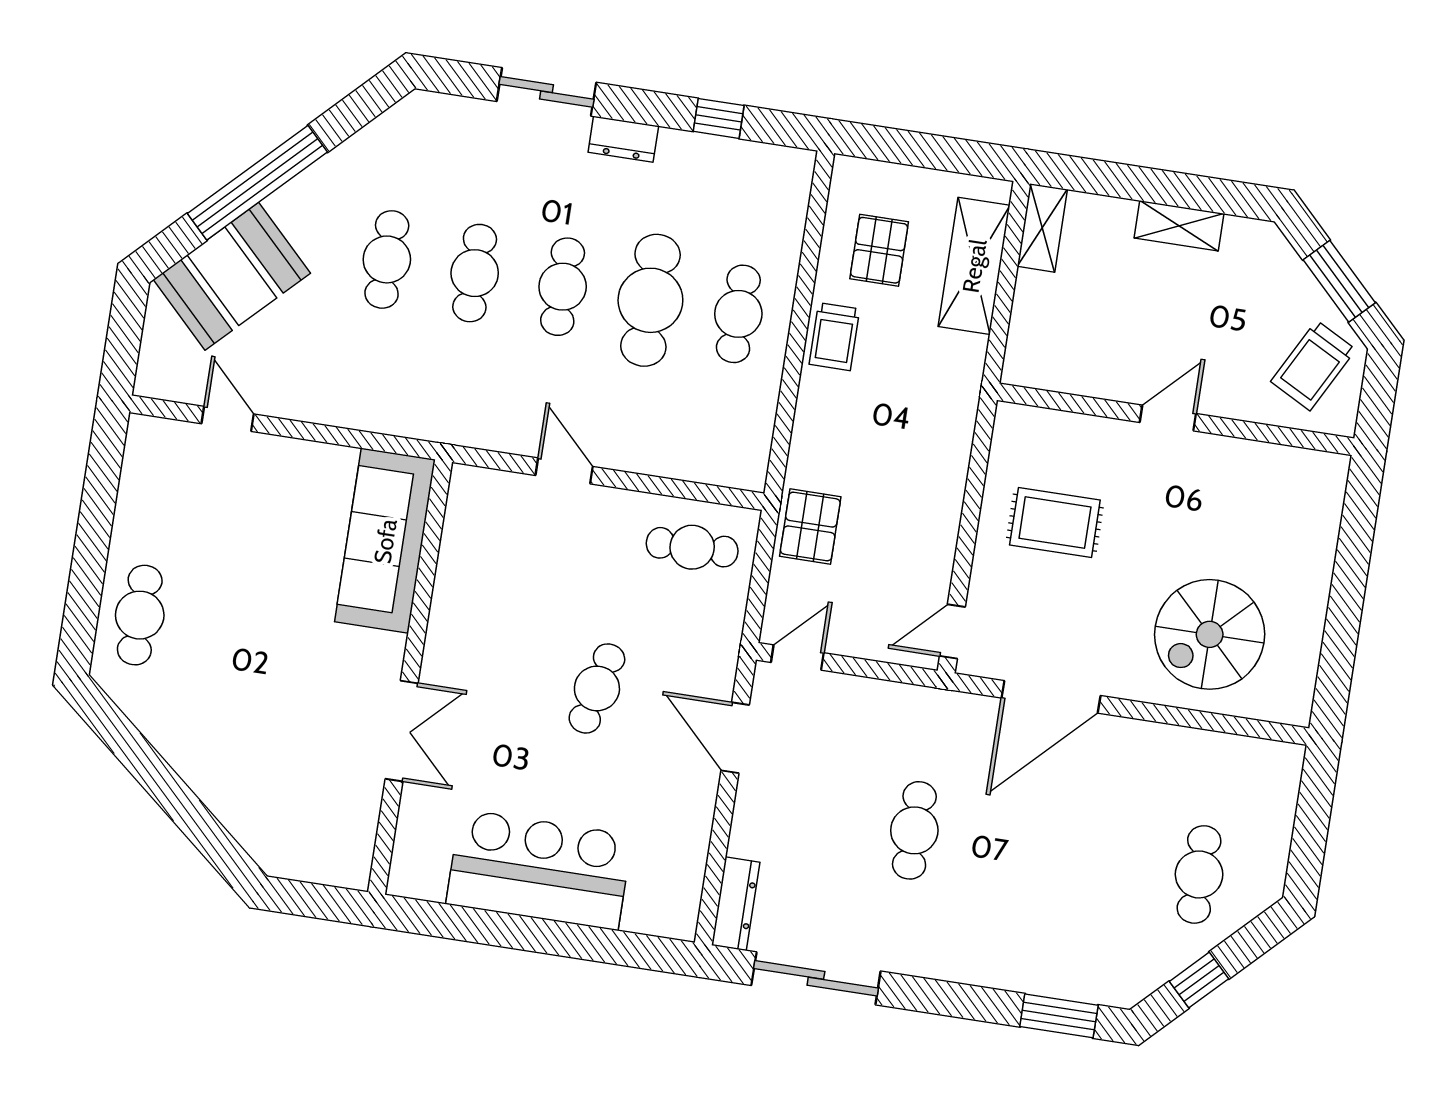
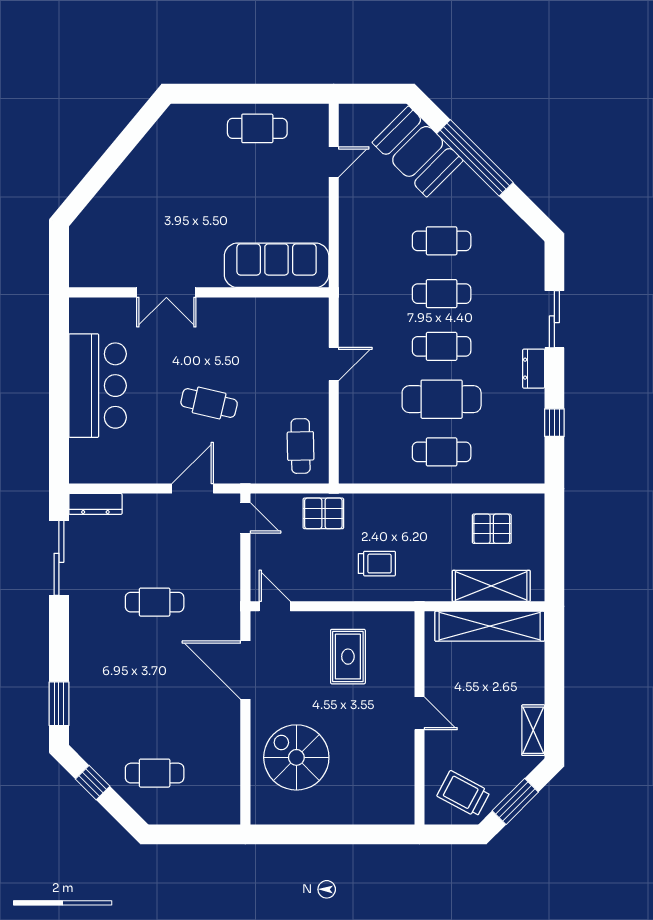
shelving: (1179, 226) -> (533, 730), moved
shelving: (1042, 228) -> (490, 626), width x2.20, depth x1.33
trolley: (834, 337) -> (377, 564), moved, turned 180
cafe table: (140, 615) -> (257, 128), moved

